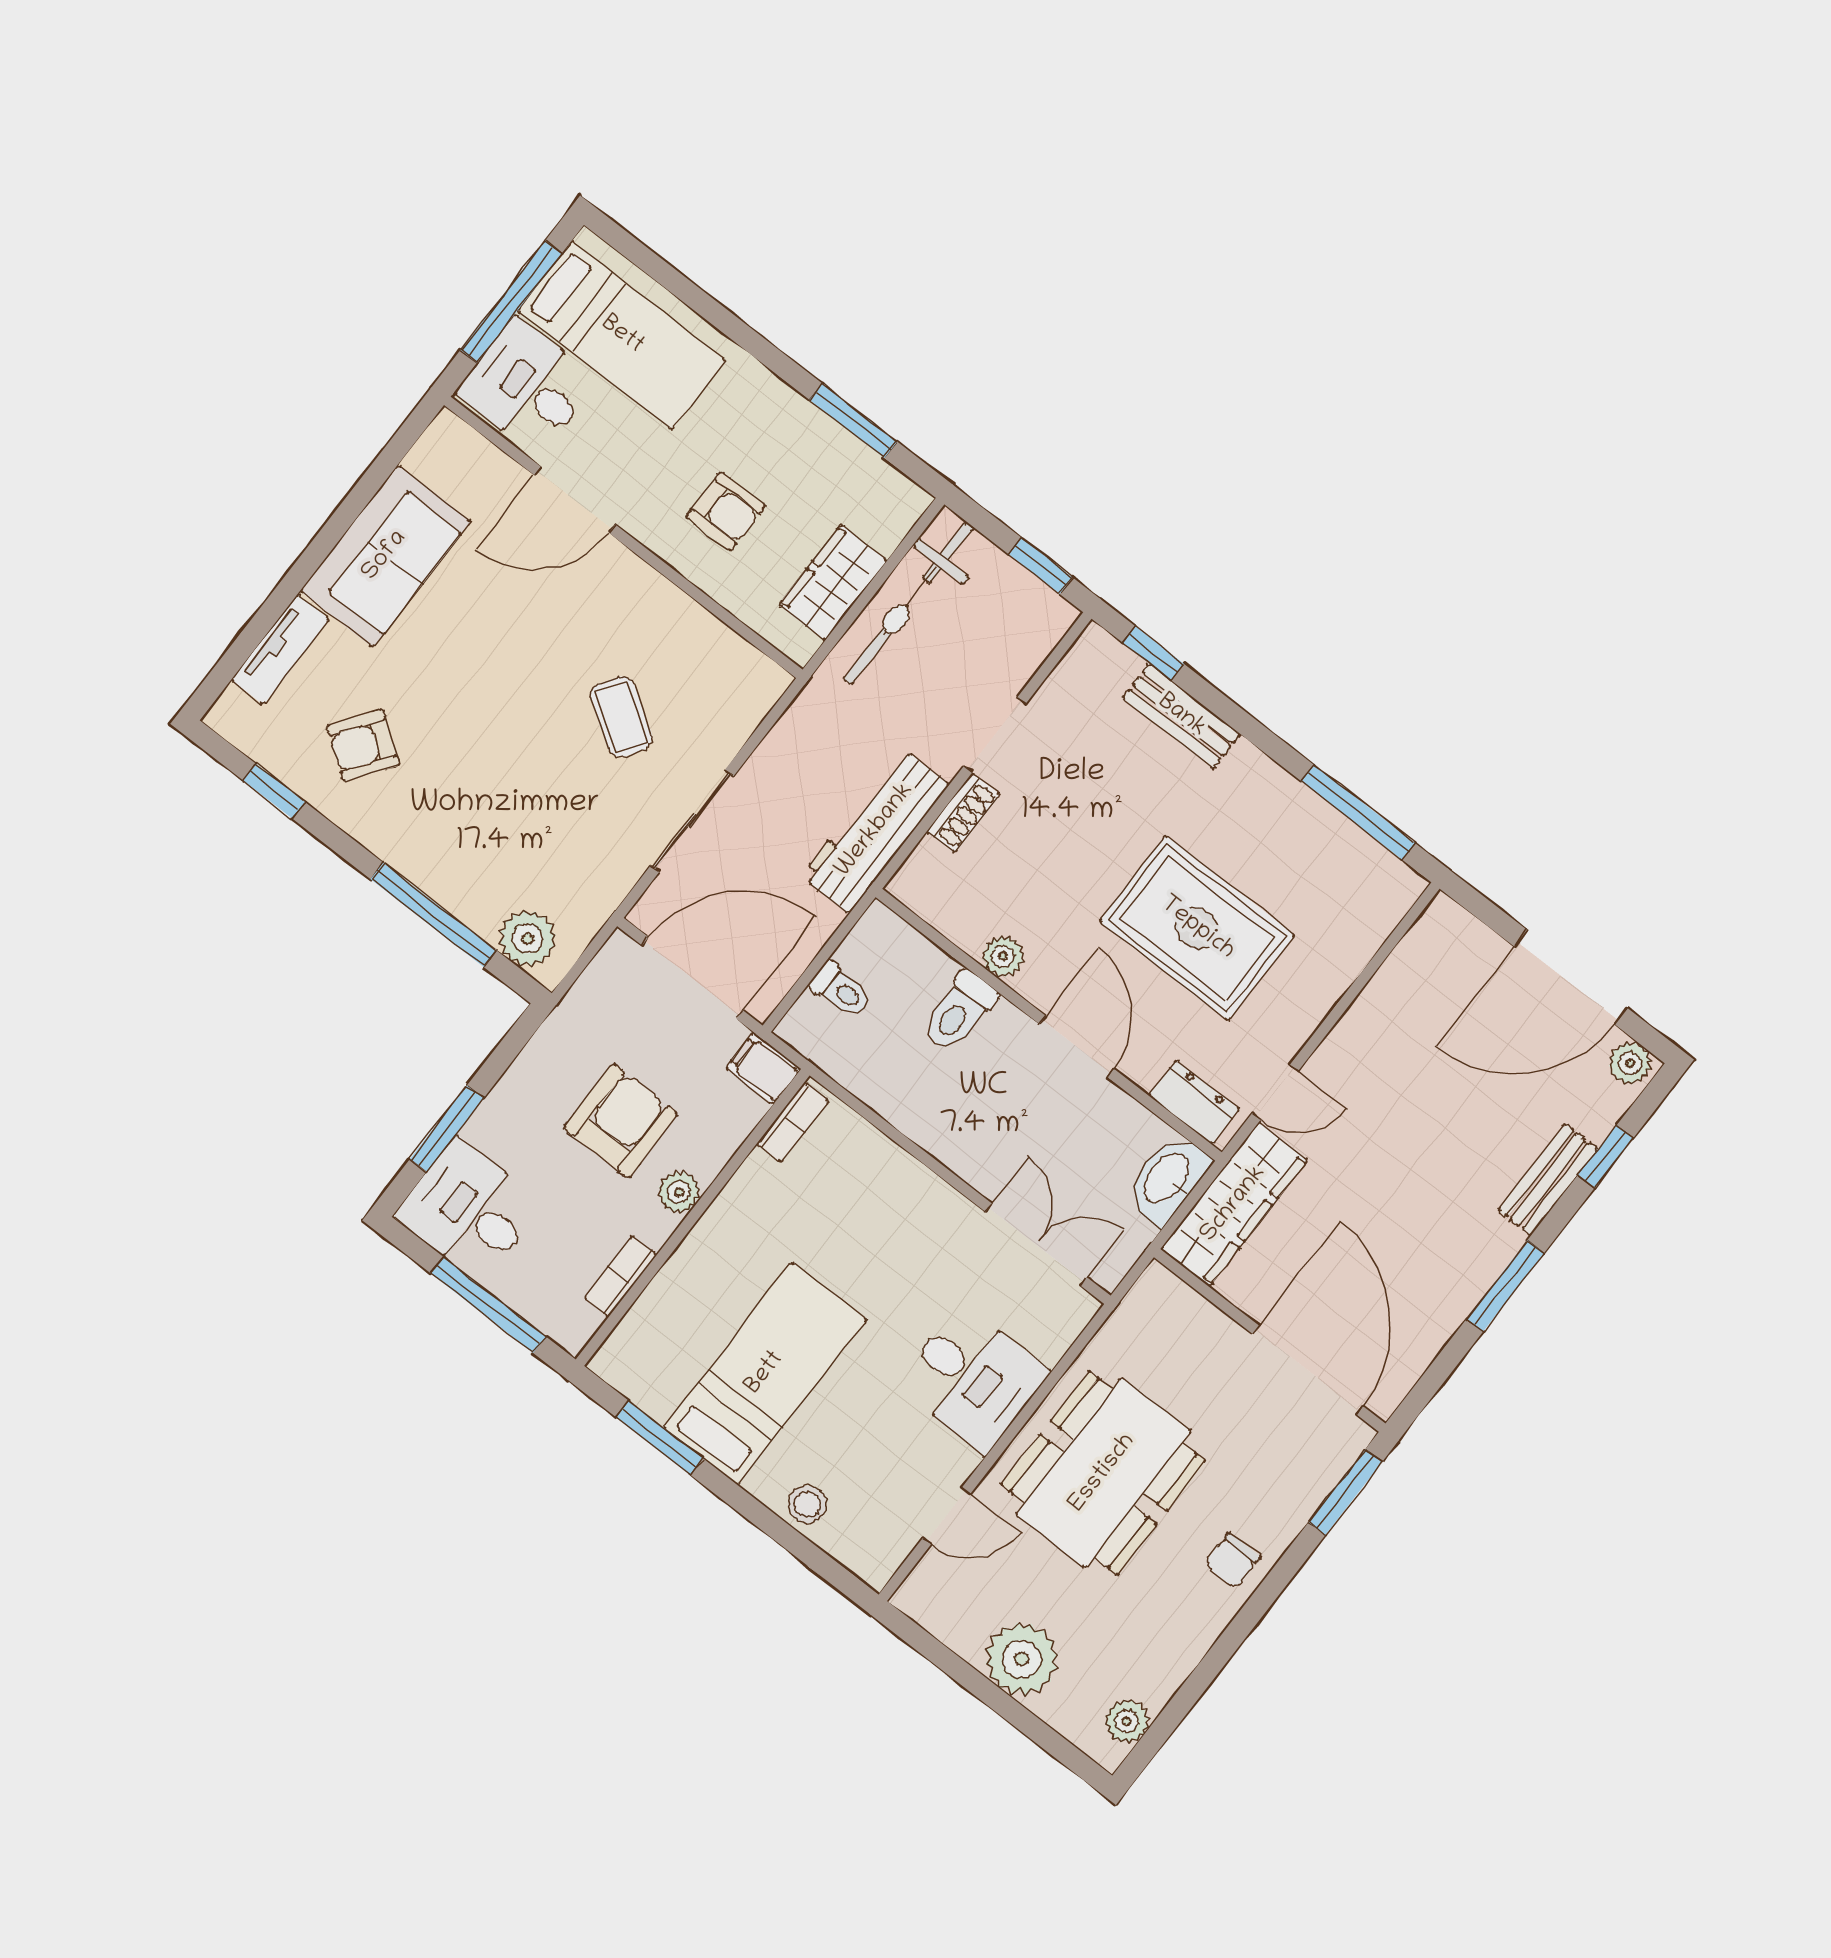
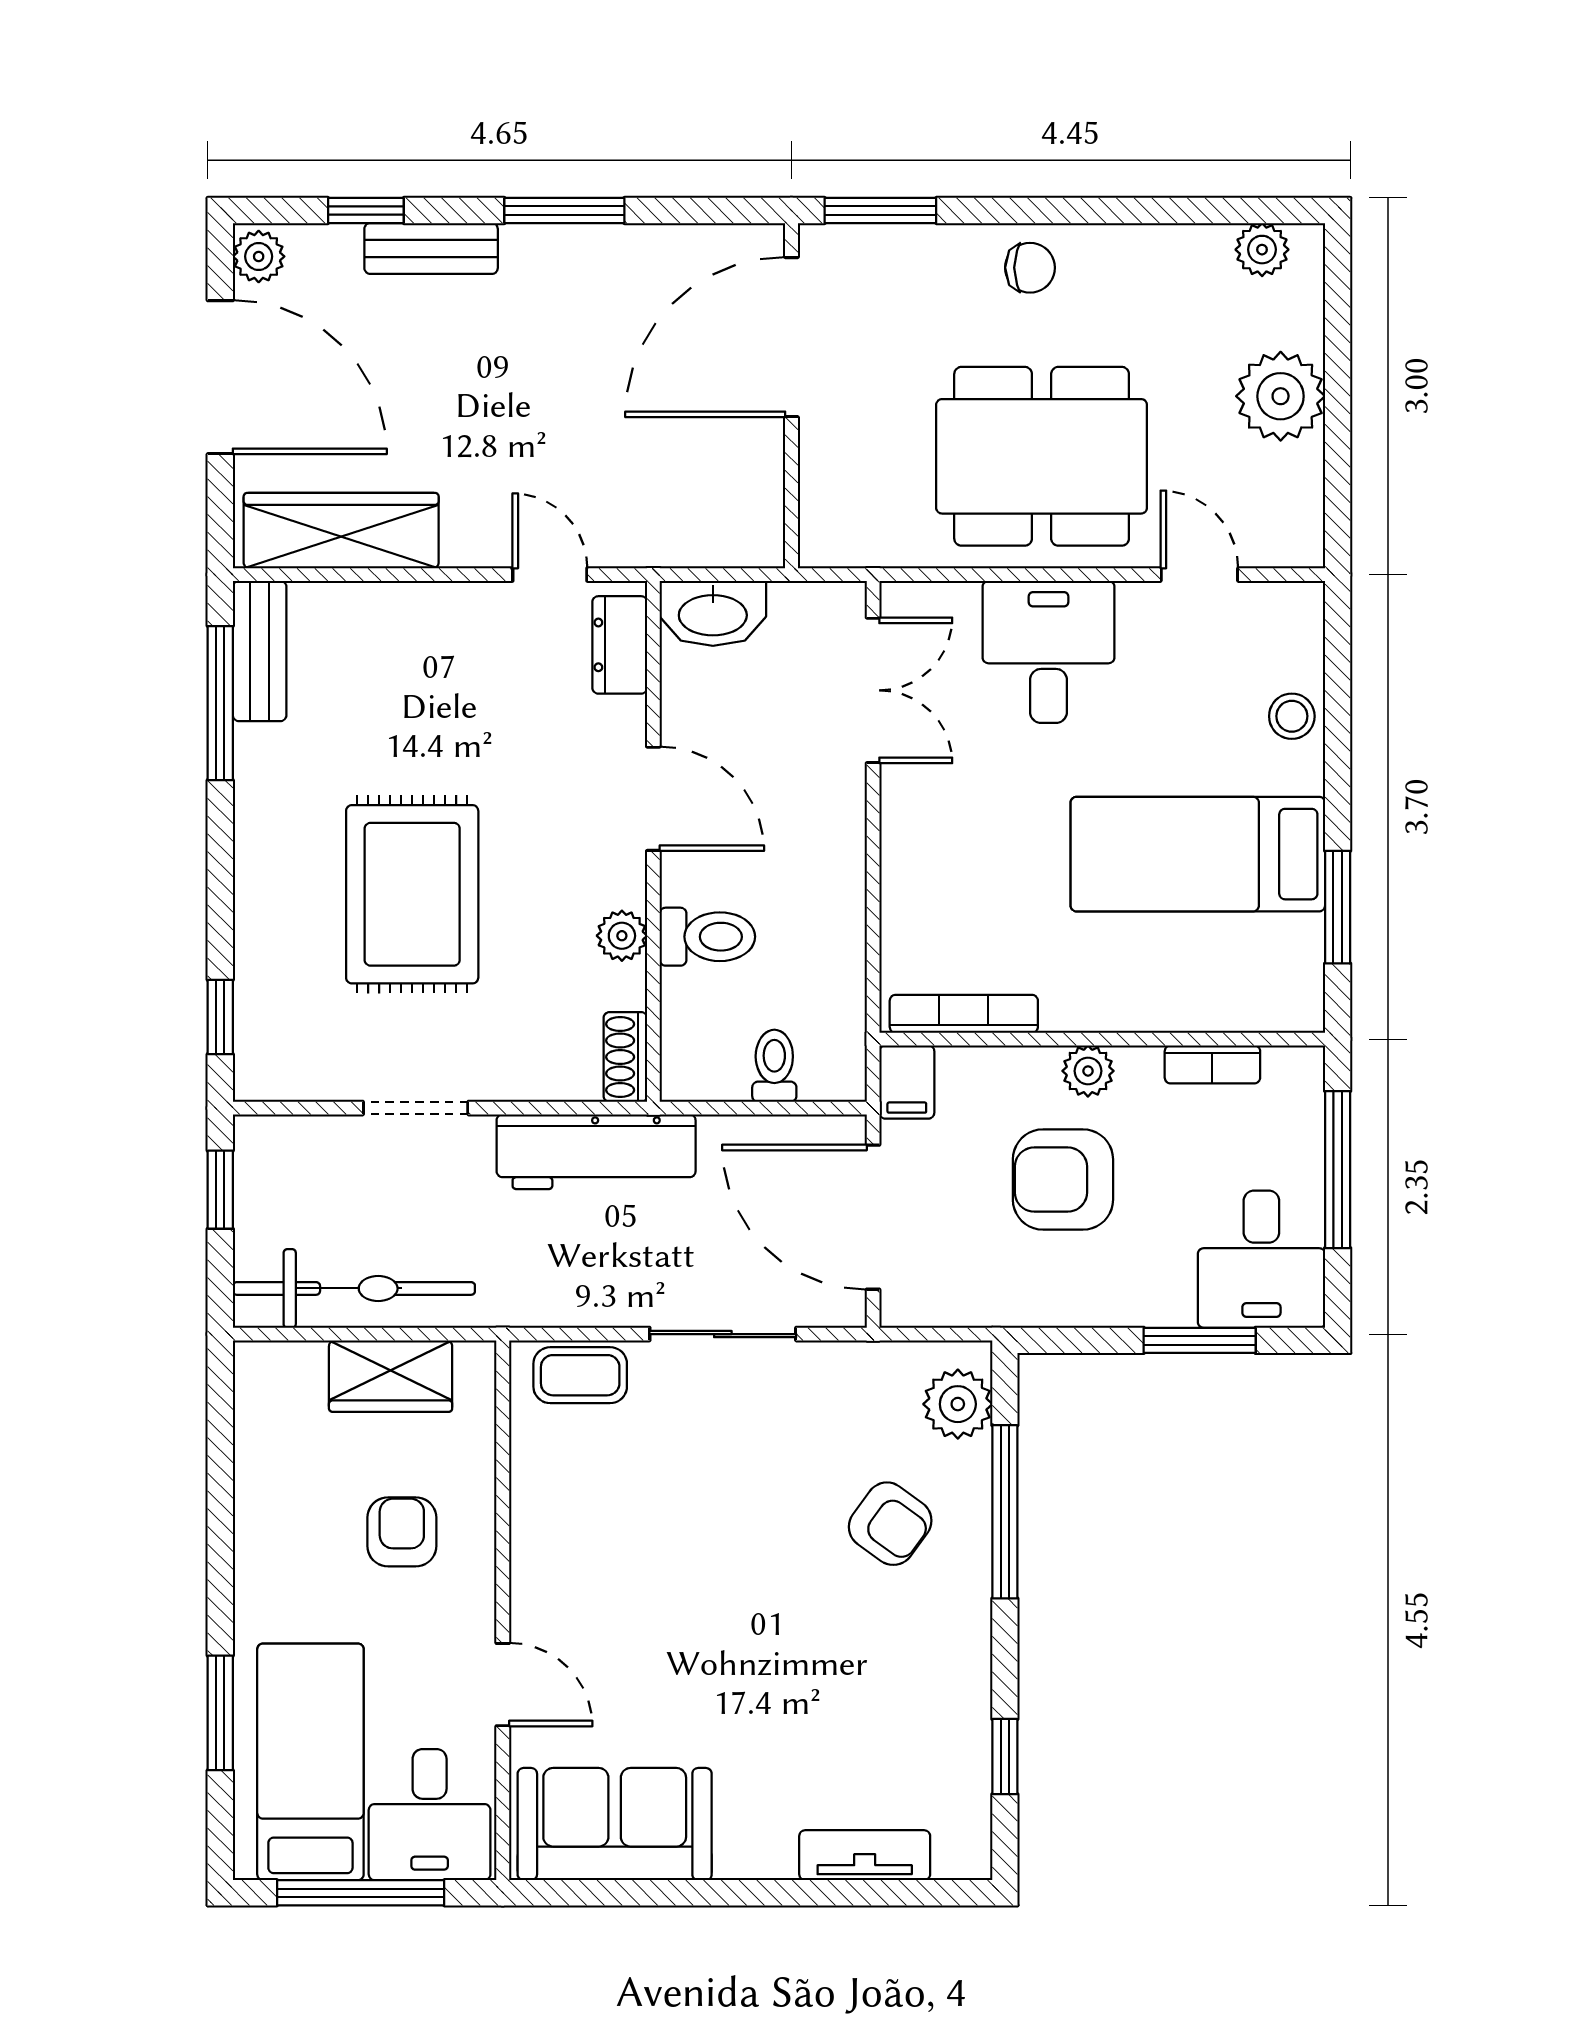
window: (853, 421) -> (220, 1713), moved
door: (575, 500) -> (503, 1685), width x0.73
sofa: (385, 556) -> (615, 1824), moved
bench: (1182, 716) -> (260, 651), moved
coffee table: (621, 717) -> (580, 1375), moved, turned 57
armchair: (363, 745) -> (890, 1524), moved
shoe rack: (964, 813) -> (625, 1057), moved, turned -90
rug: (1197, 928) -> (412, 894), moved
door: (1076, 1046) -> (653, 799), swing flipped
bookcase: (793, 1123) -> (964, 1014), width x1.56
wardrobe: (1234, 1204) -> (341, 531), moved
double door: (1036, 1244) -> (873, 690), swing flipped

